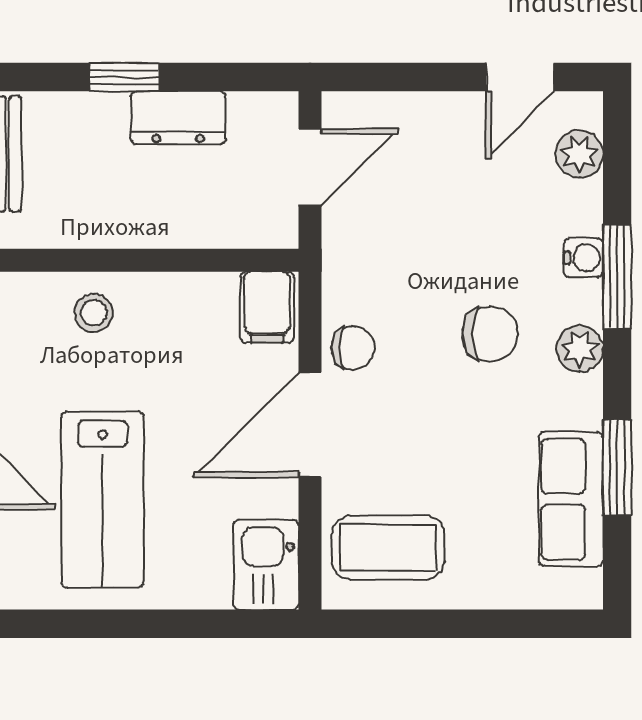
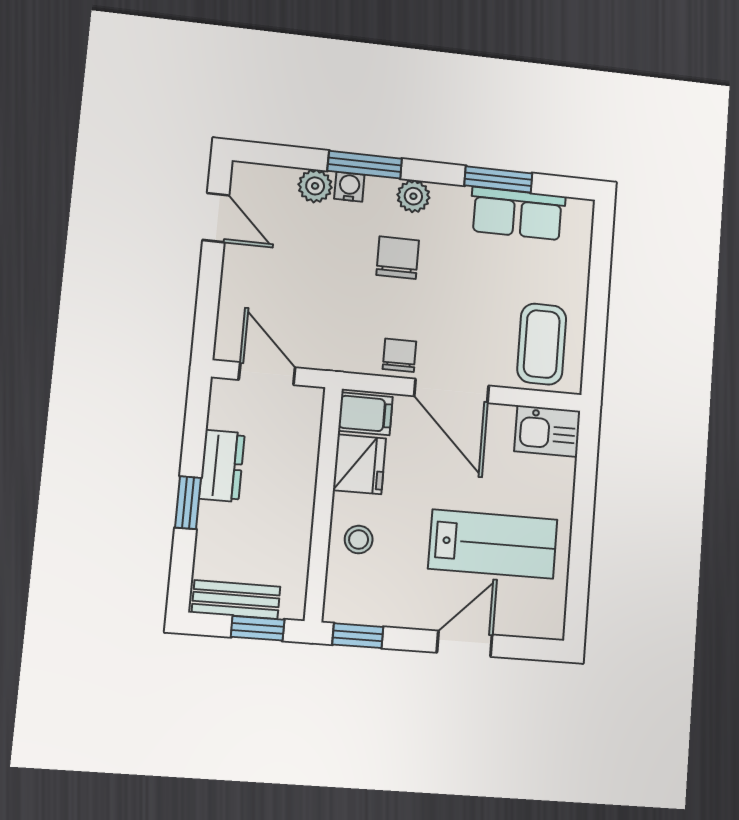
plant: (579, 154) -> (315, 186), moved
fridge: (197, 305) -> (359, 464), added

